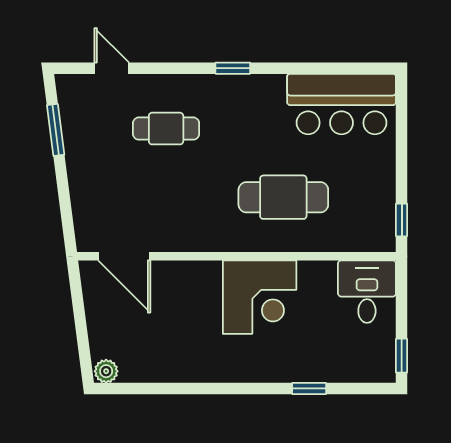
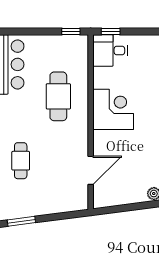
door: (124, 256) -> (91, 170), moved
window: (402, 356) -> (111, 32), moved

